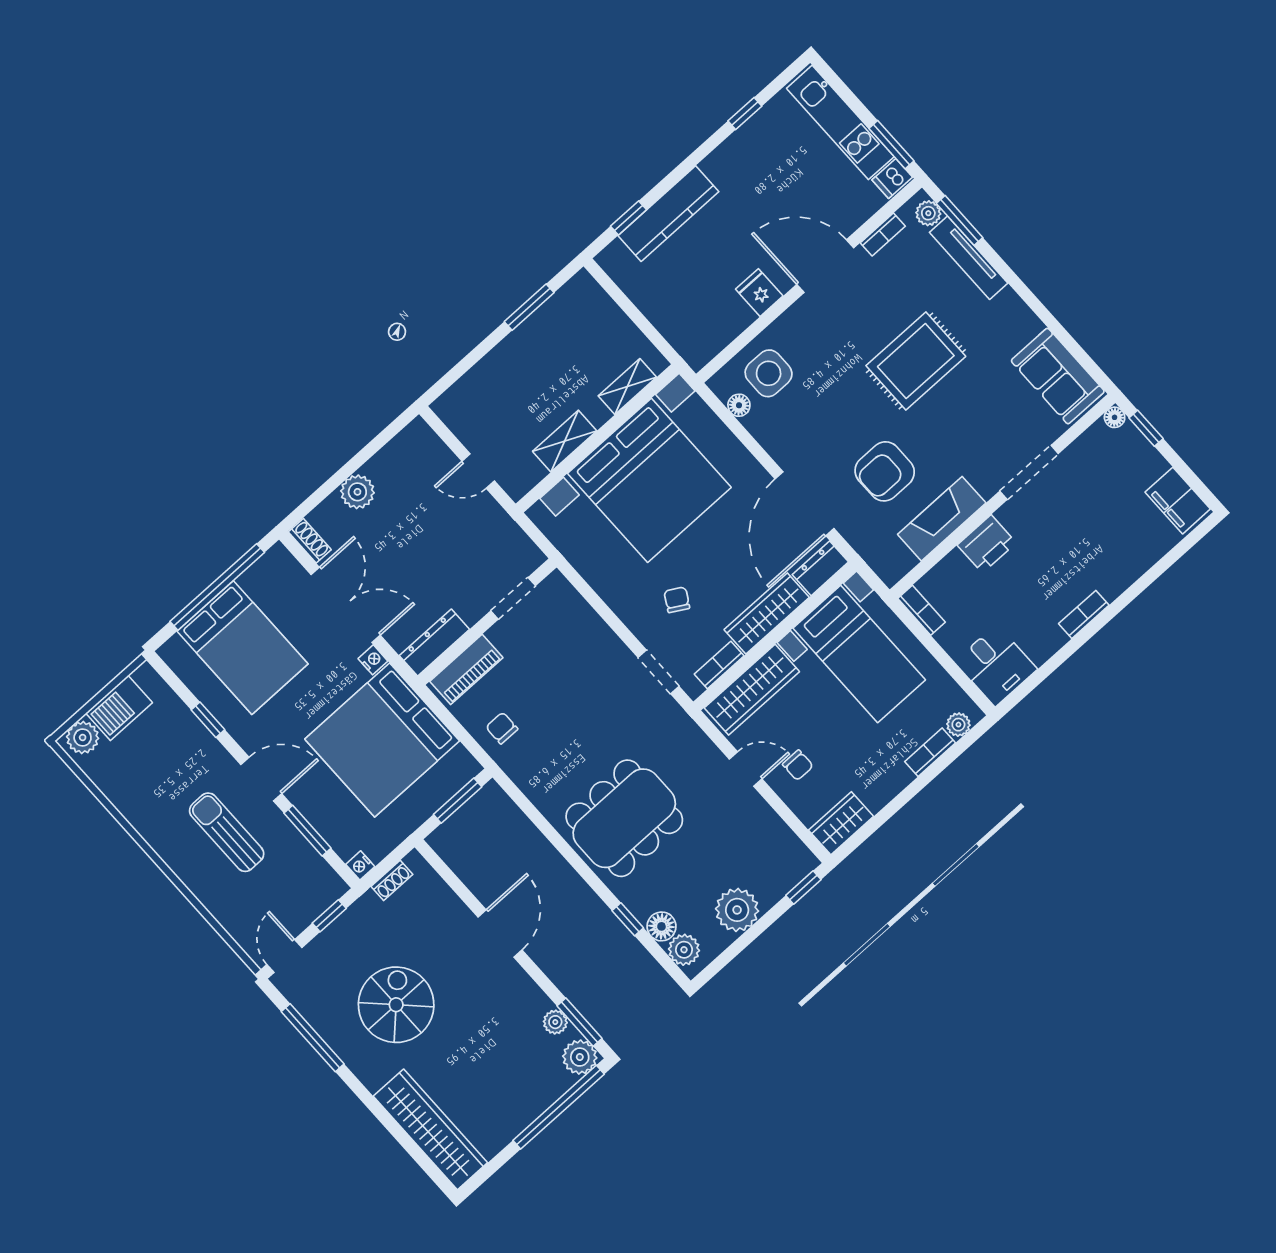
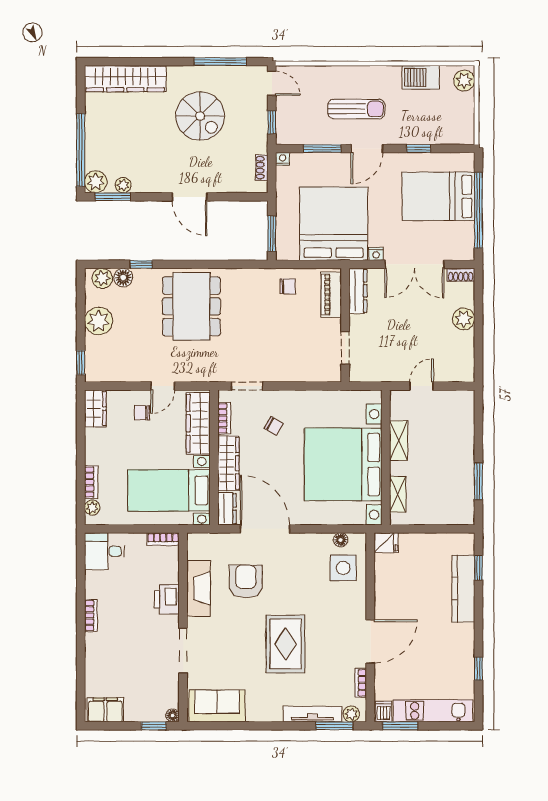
fridge: (759, 293) -> (386, 543), moved
barbecue: (119, 708) -> (421, 77), moved, turned -90

